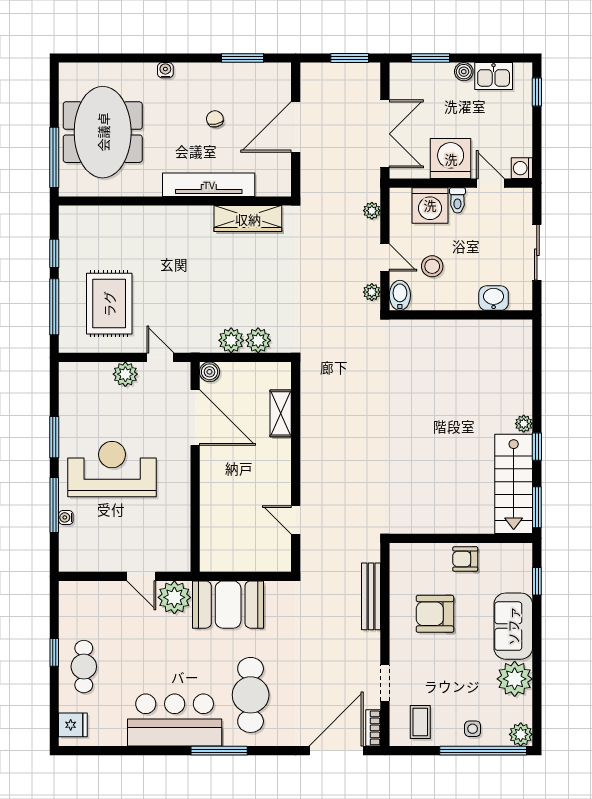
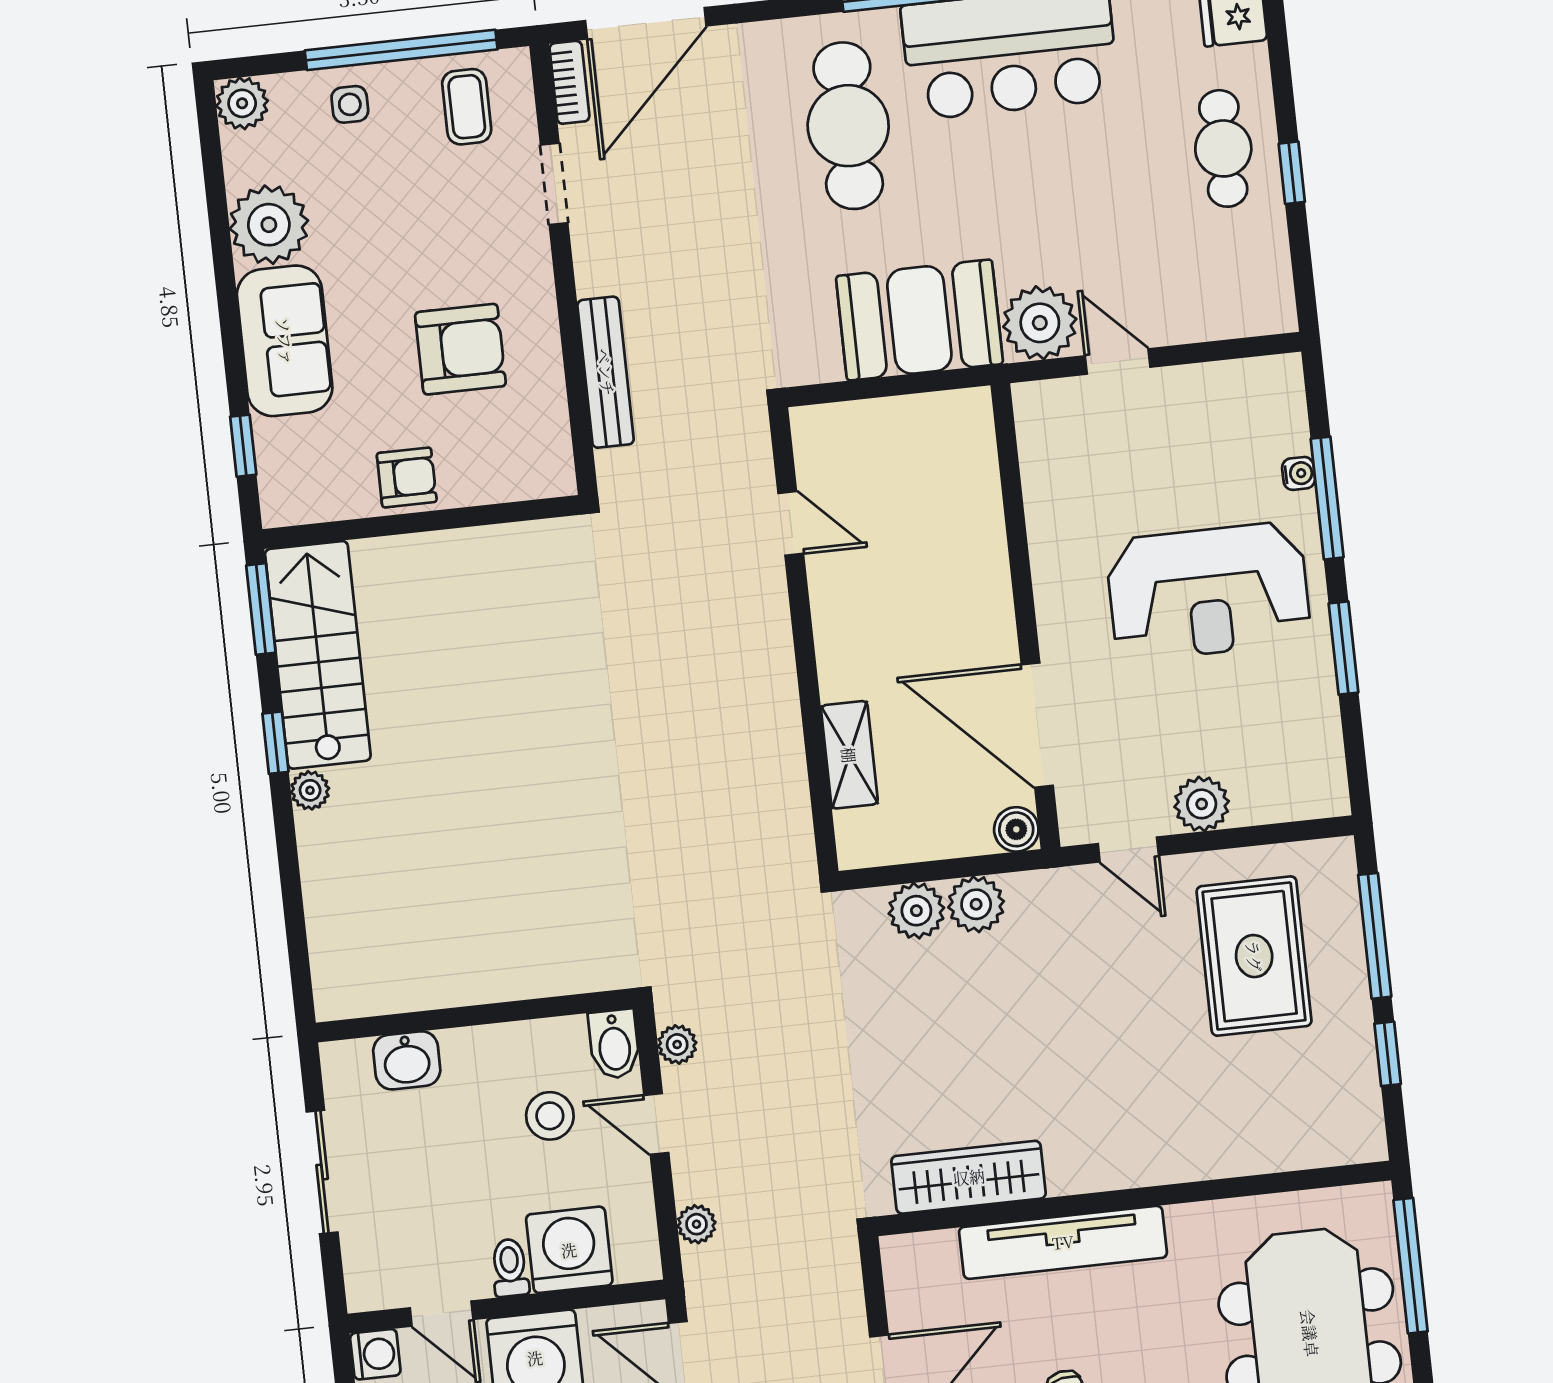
window: (483, 751) -> (401, 50), moved

